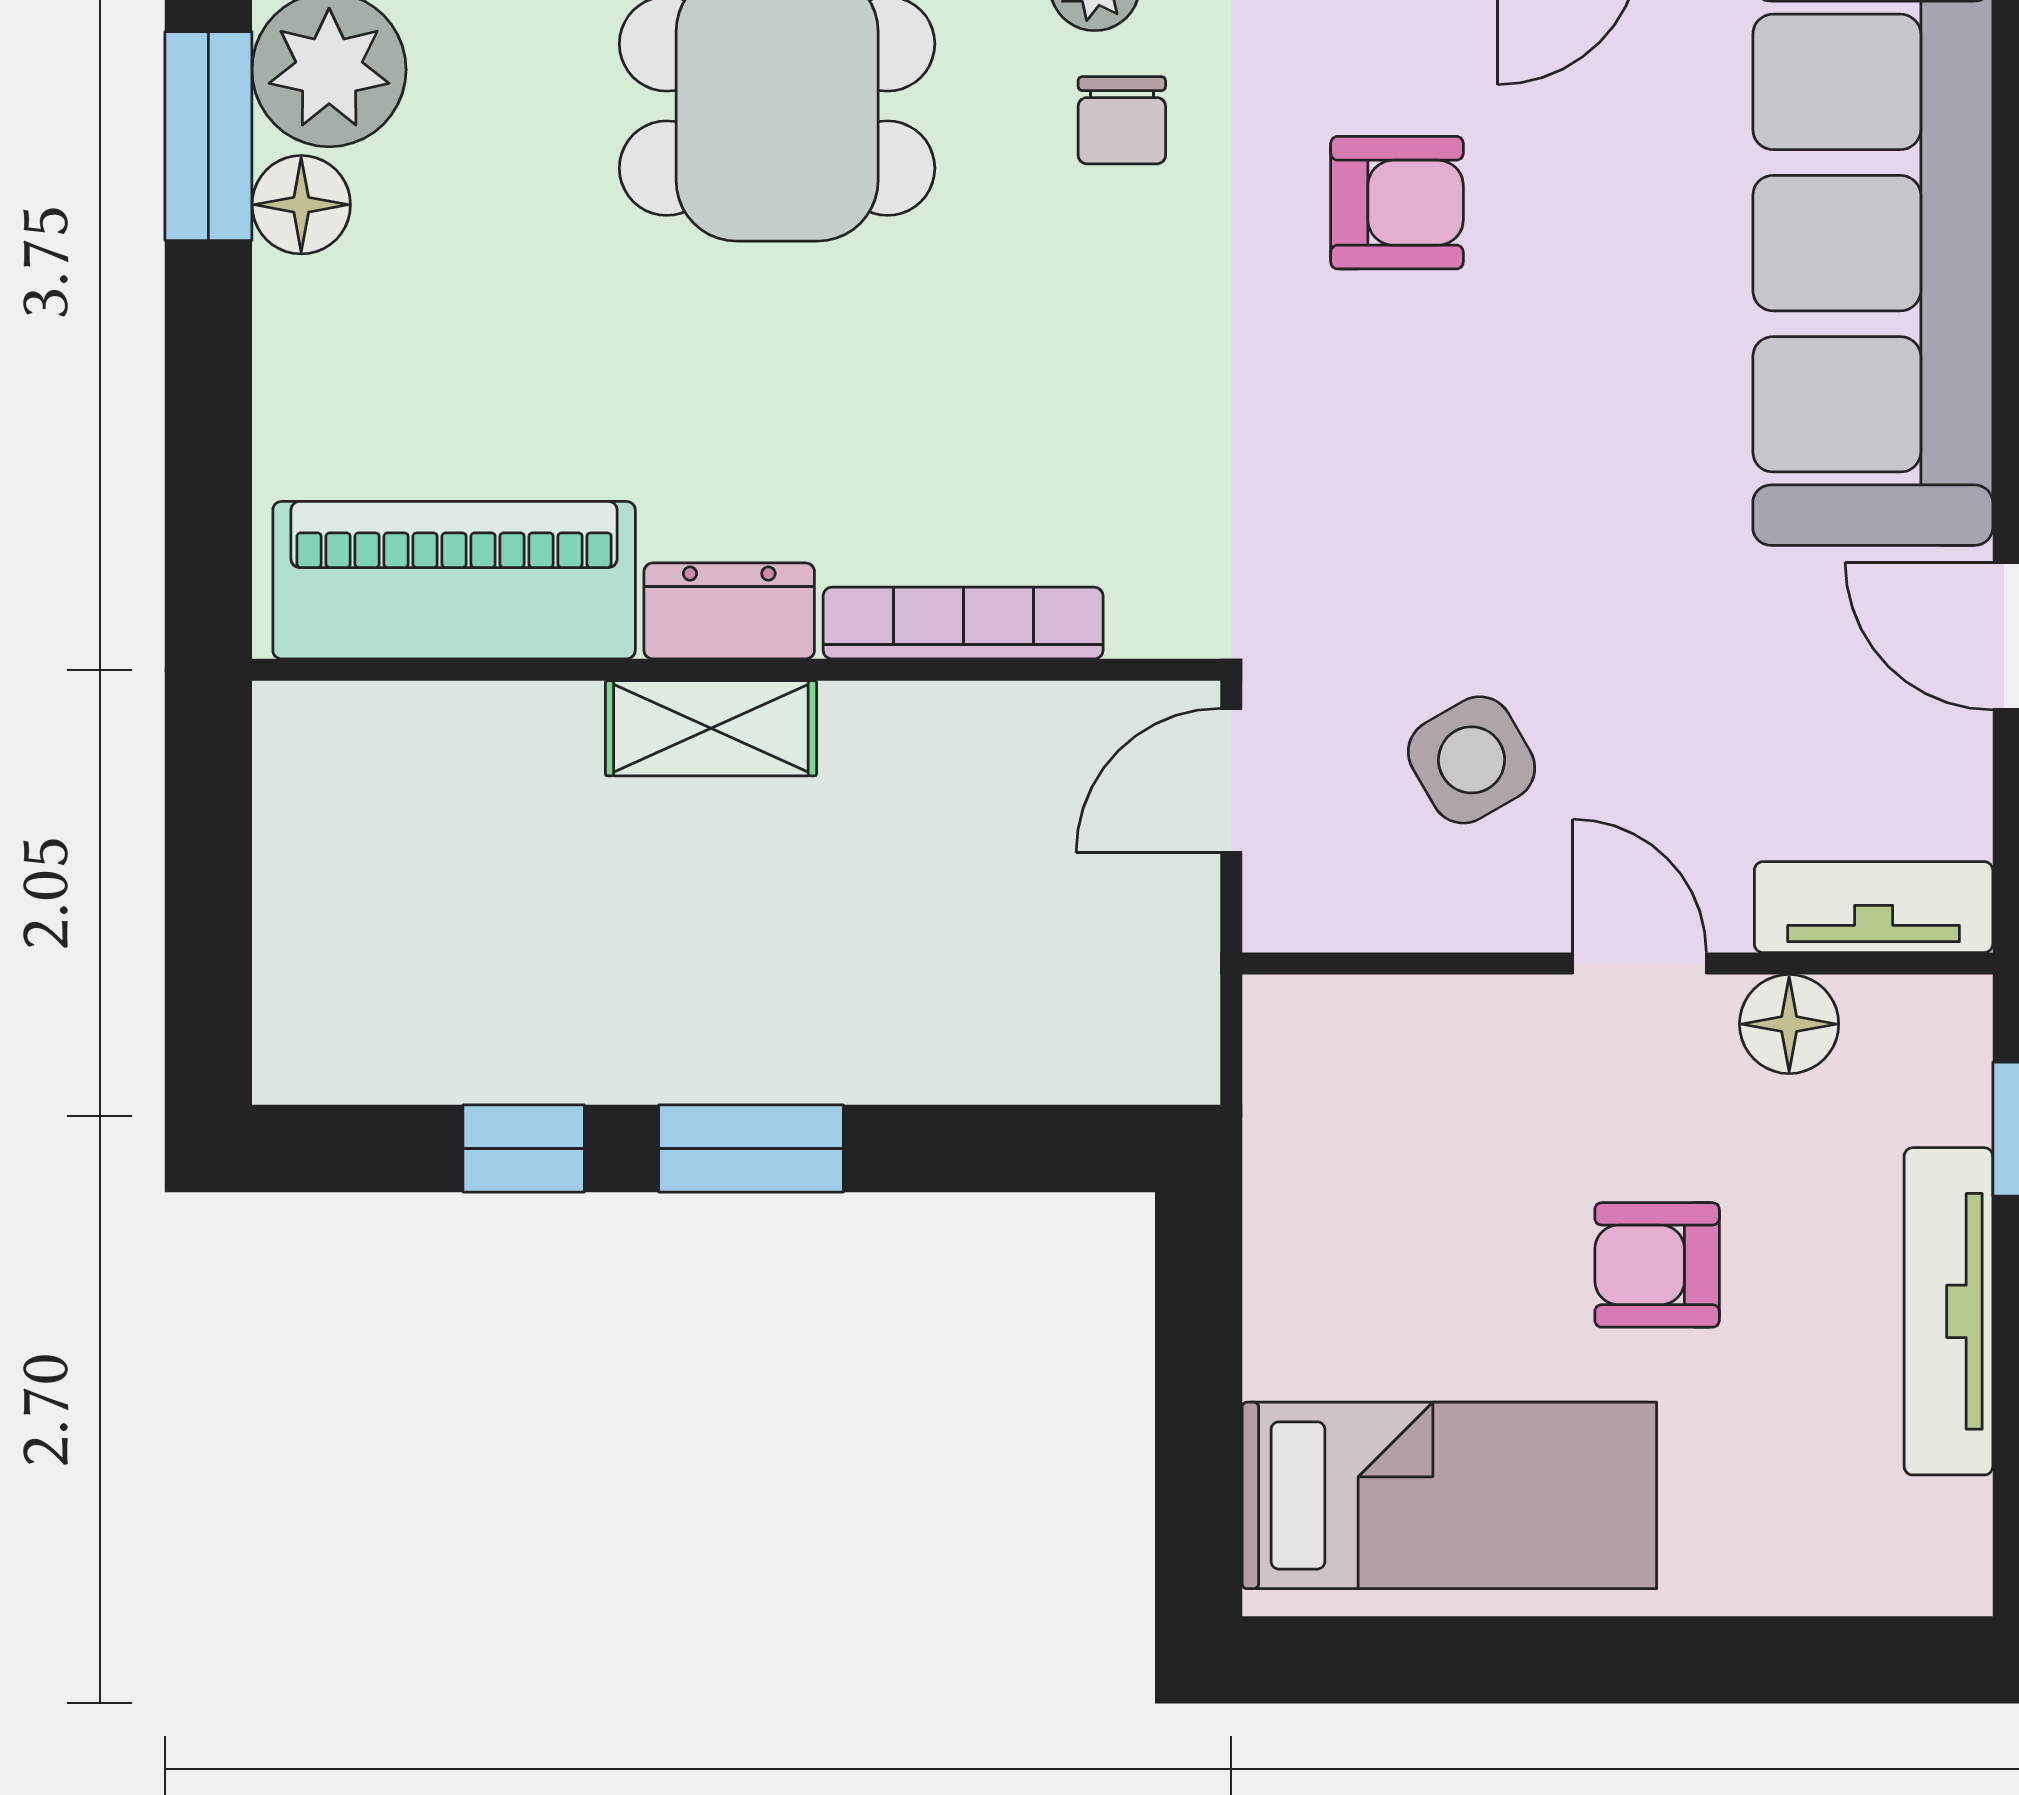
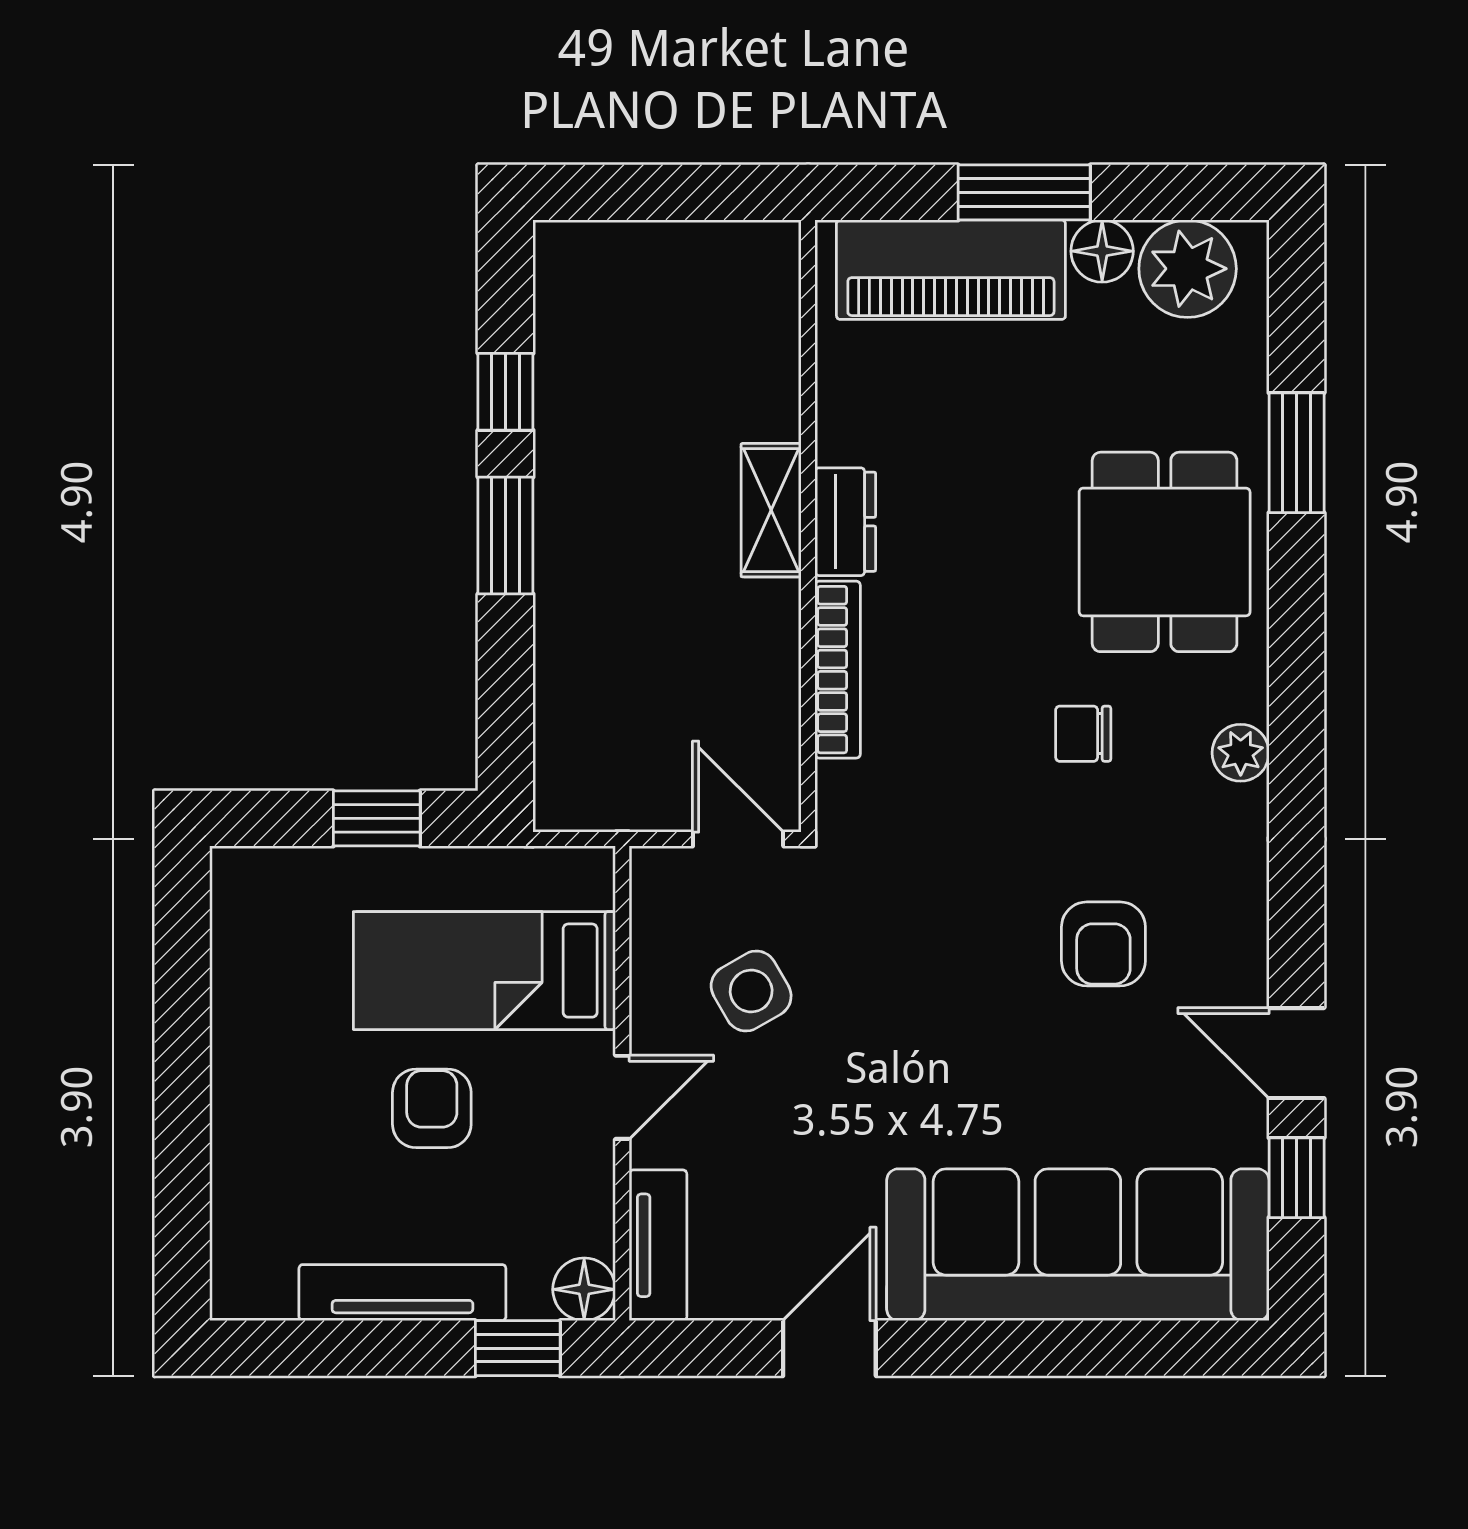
chair: (1122, 120) -> (1083, 734), moved
window: (208, 136) -> (1024, 192), moved
piano: (454, 580) -> (951, 270), moved, turned 90
floor lamp: (1789, 1024) -> (584, 1289), moved
window: (1199, 1352) -> (377, 818), added
bed: (1449, 1495) -> (484, 971), moved, turned 90

